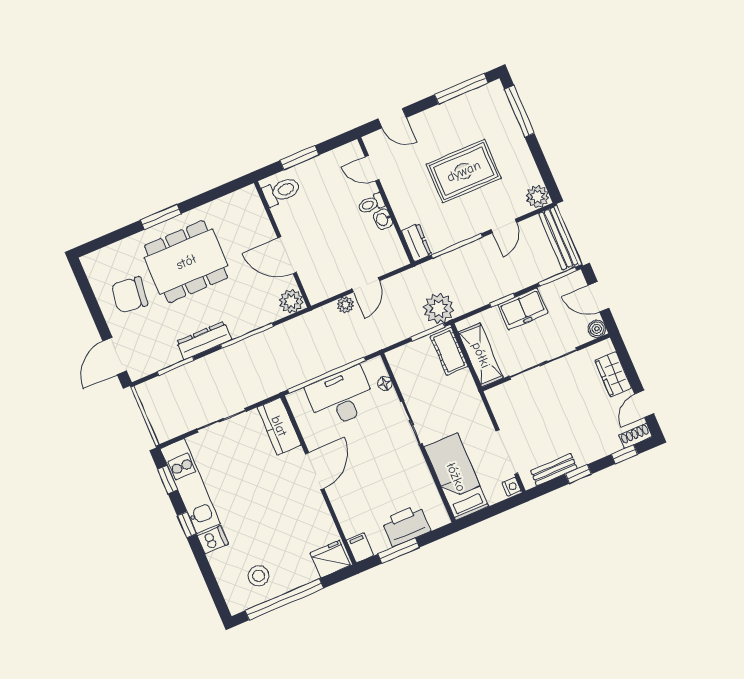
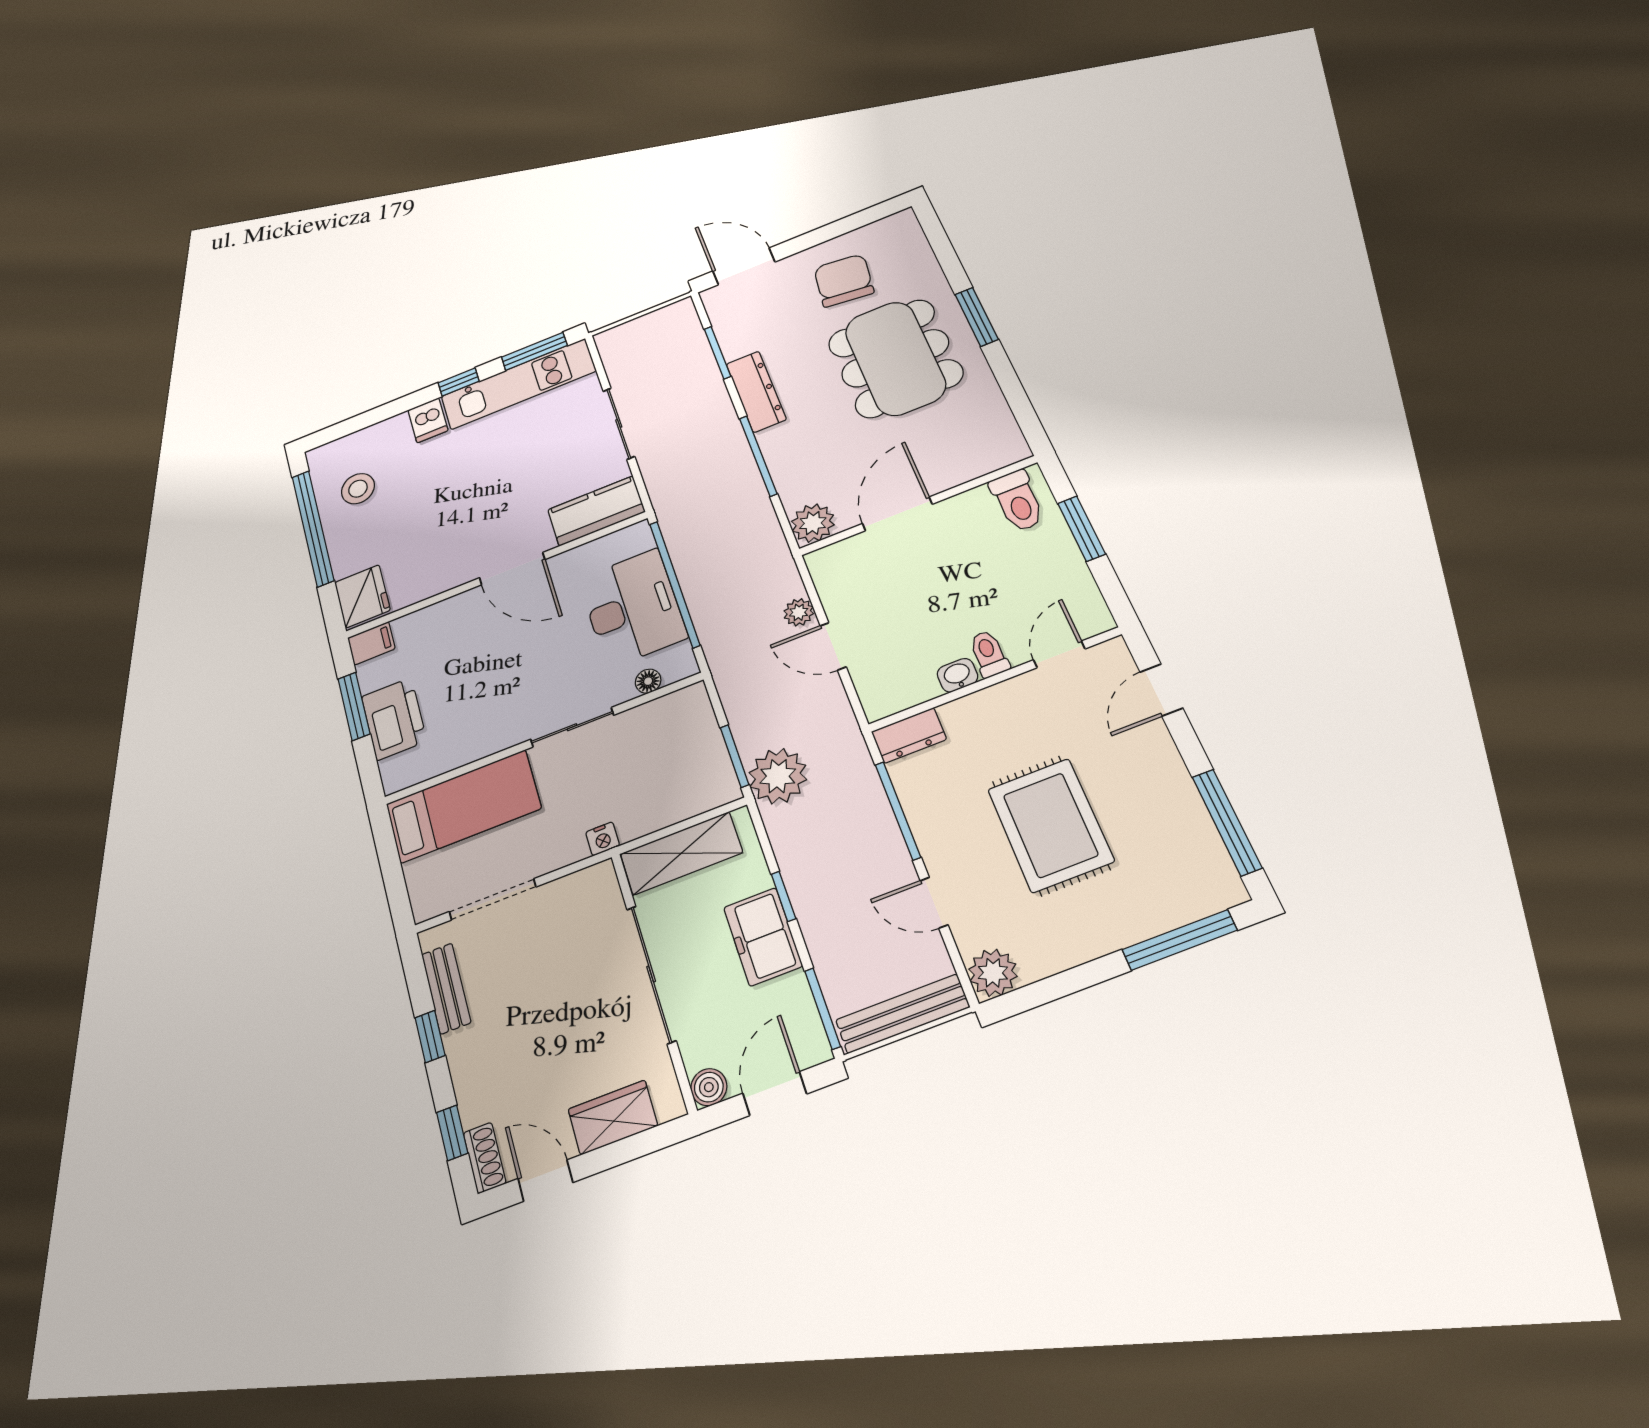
cot: (449, 351) -> (694, 794), removed
window: (167, 480) -> (534, 351), width x1.50
nightstand: (512, 487) -> (603, 839), moved

